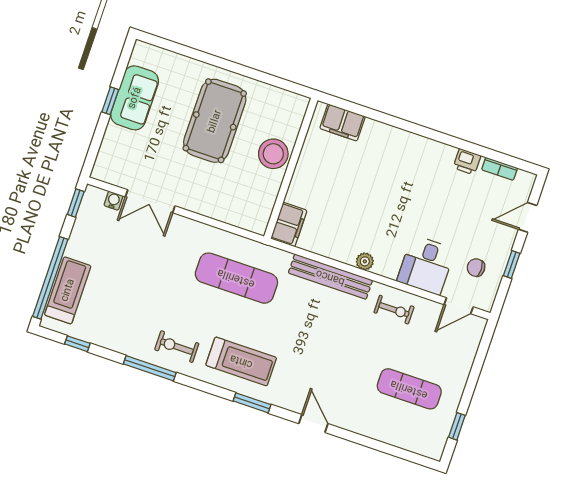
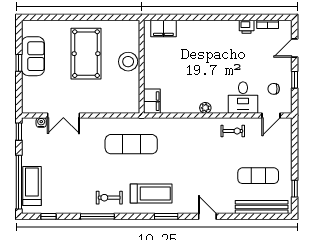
bench: (330, 277) -> (262, 207), moved

